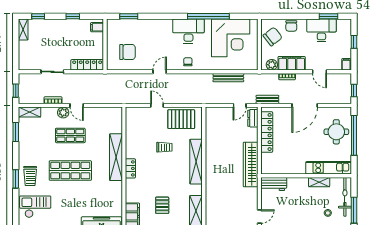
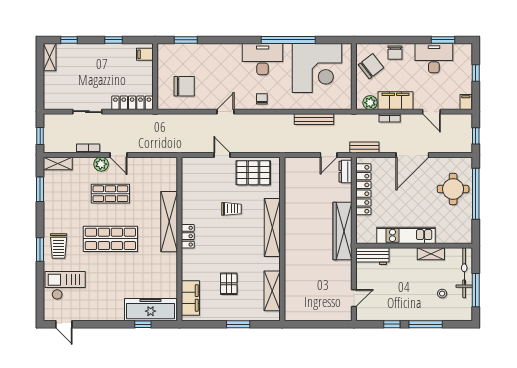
kitchen unit: (329, 168) -> (406, 235), moved

